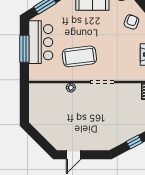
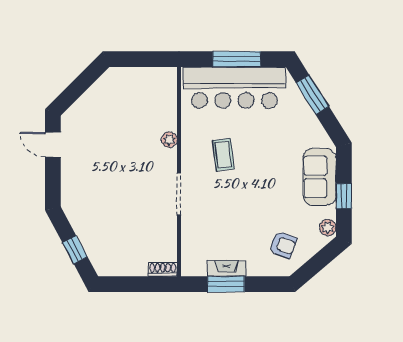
bar counter: (41, 42) -> (234, 88), width x1.36
coffee table: (79, 56) -> (223, 155), width x0.54, depth x0.58

